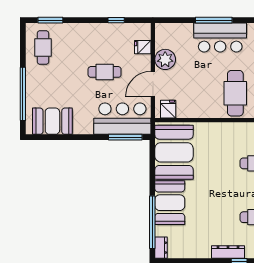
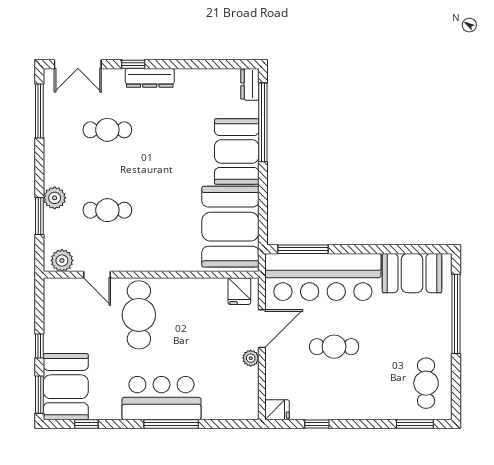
fridge: (143, 47) -> (277, 410), moved
plant: (165, 59) -> (251, 358), width x0.53, depth x0.53
bar counter: (122, 119) -> (323, 277), width x1.36

